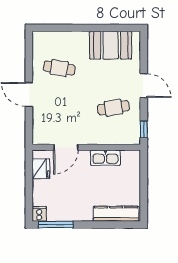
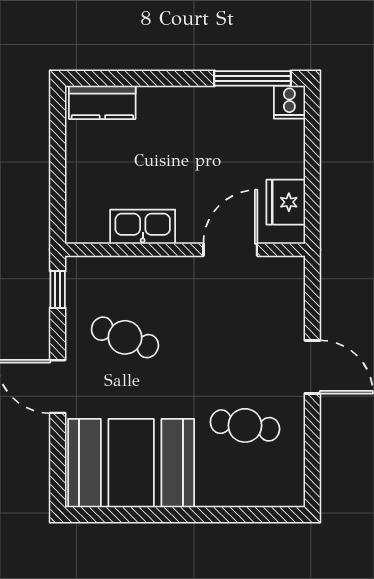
booth: (111, 45) -> (131, 463), width x1.36, depth x1.42
cafe table: (113, 108) -> (125, 337), turned 30
kitchen counter: (116, 214) -> (102, 102), width x0.67

